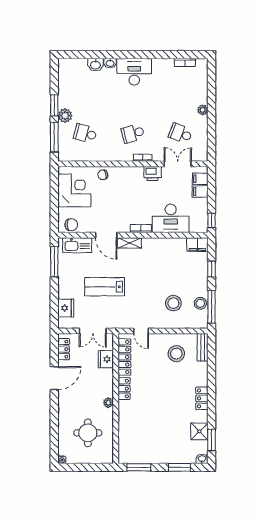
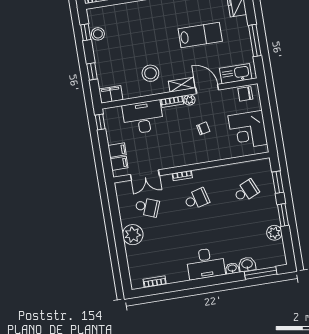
window: (84, 55) -> (261, 273), added
plant: (203, 110) -> (133, 235), width x1.88, depth x1.88
plant: (65, 116) -> (274, 233), moved
school desk: (85, 133) -> (246, 191), turned -39
window: (54, 137) -> (278, 182), width x0.69
printer: (153, 173) -> (169, 161), removed
chair: (103, 175) -> (203, 128), moved
plant: (125, 228) -> (189, 100), added
window: (54, 262) -> (255, 40), moved
stool: (173, 303) -> (150, 73), moved
window: (212, 307) -> (86, 32), width x0.46

